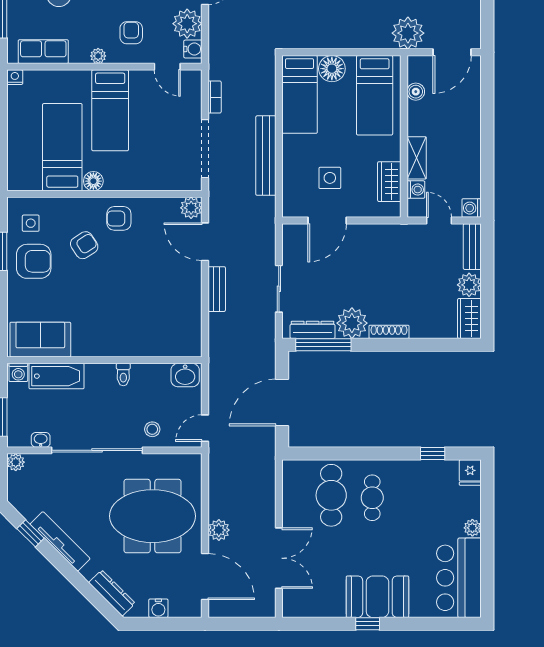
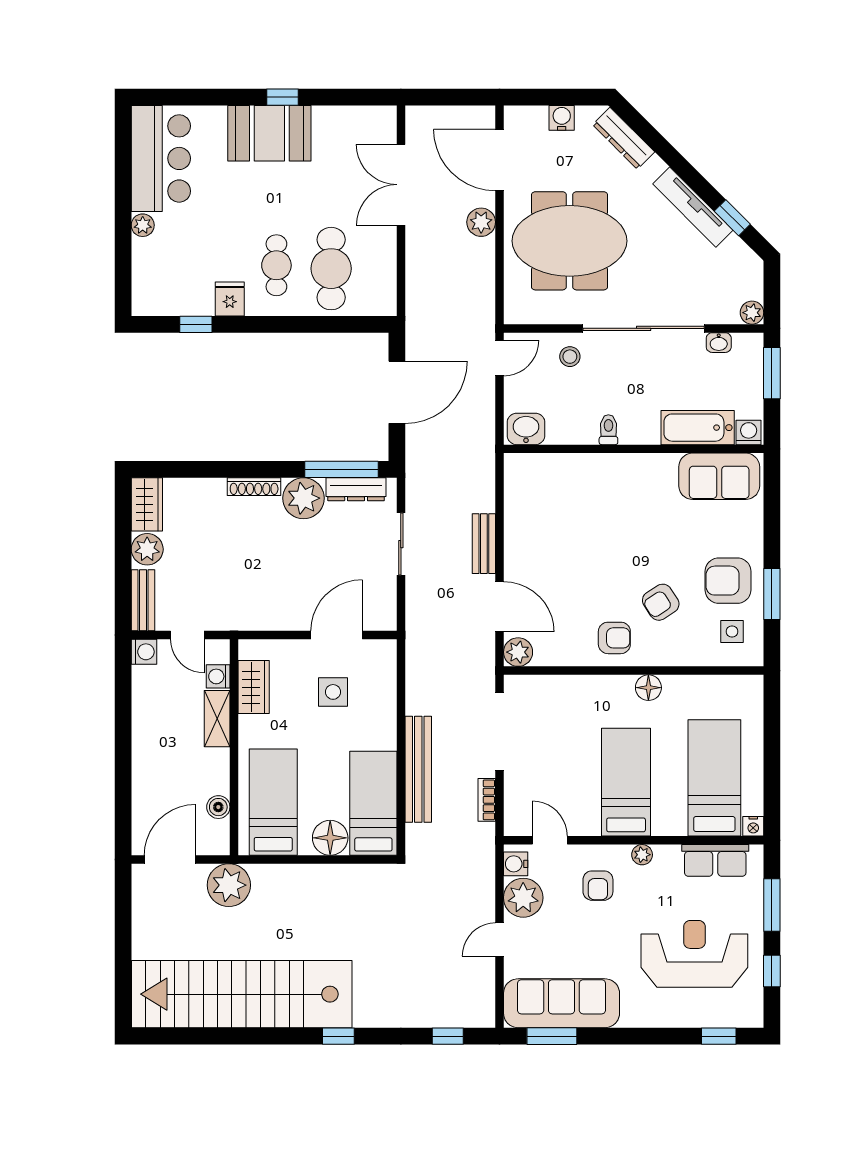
bed: (62, 147) -> (714, 778), moved, turned 180
bench: (266, 156) -> (418, 769), moved
fridge: (470, 472) -> (230, 299), moved

